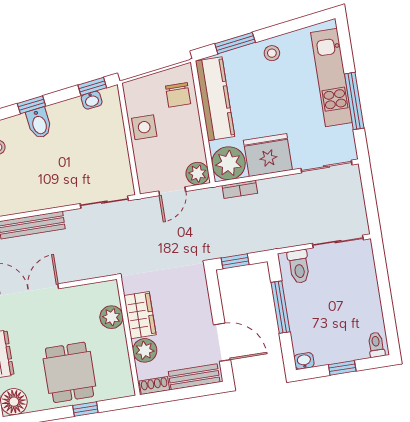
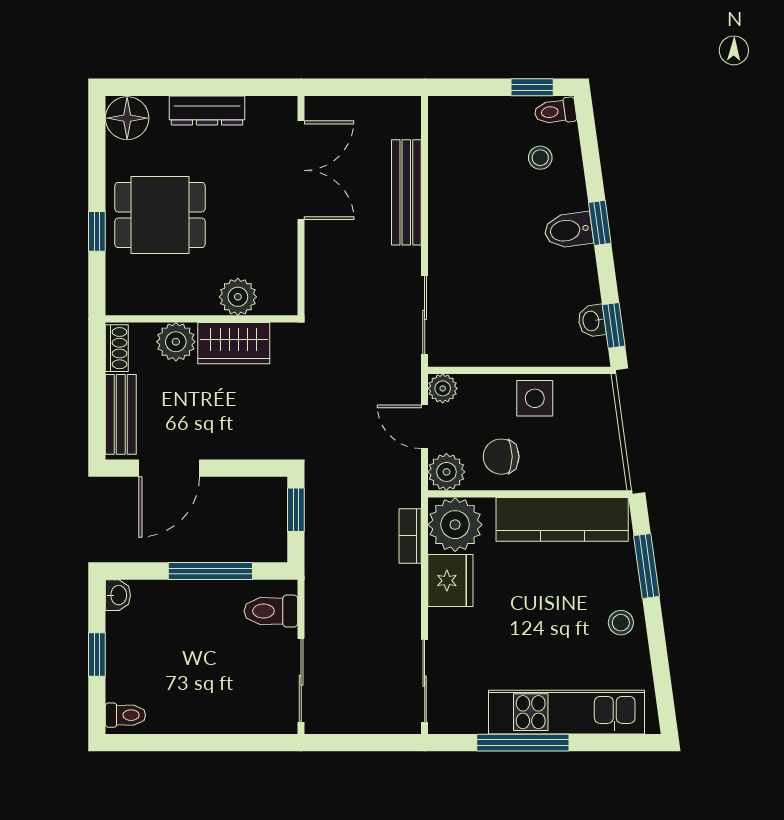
chair: (178, 95) -> (501, 457), moved
fridge: (268, 155) -> (450, 581), width x0.73, depth x0.75
plant: (147, 184) -> (443, 388), added

